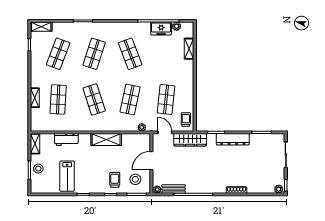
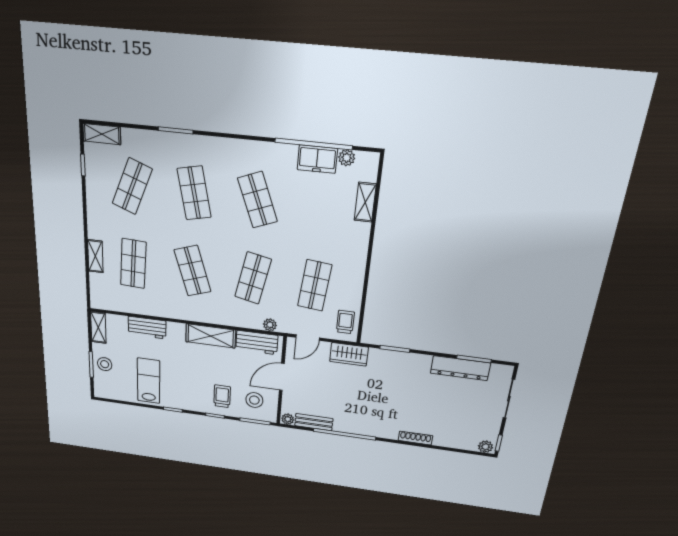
shop shelf: (94, 54) -> (194, 193), turned -30
door: (165, 132) -> (308, 338), swing flipped
dresser: (233, 139) -> (460, 368), moved
workbench: (135, 140) -> (257, 342), added
wardrobe: (190, 140) -> (349, 354), width x0.67
lab bench: (67, 176) -> (149, 381), turned 180

